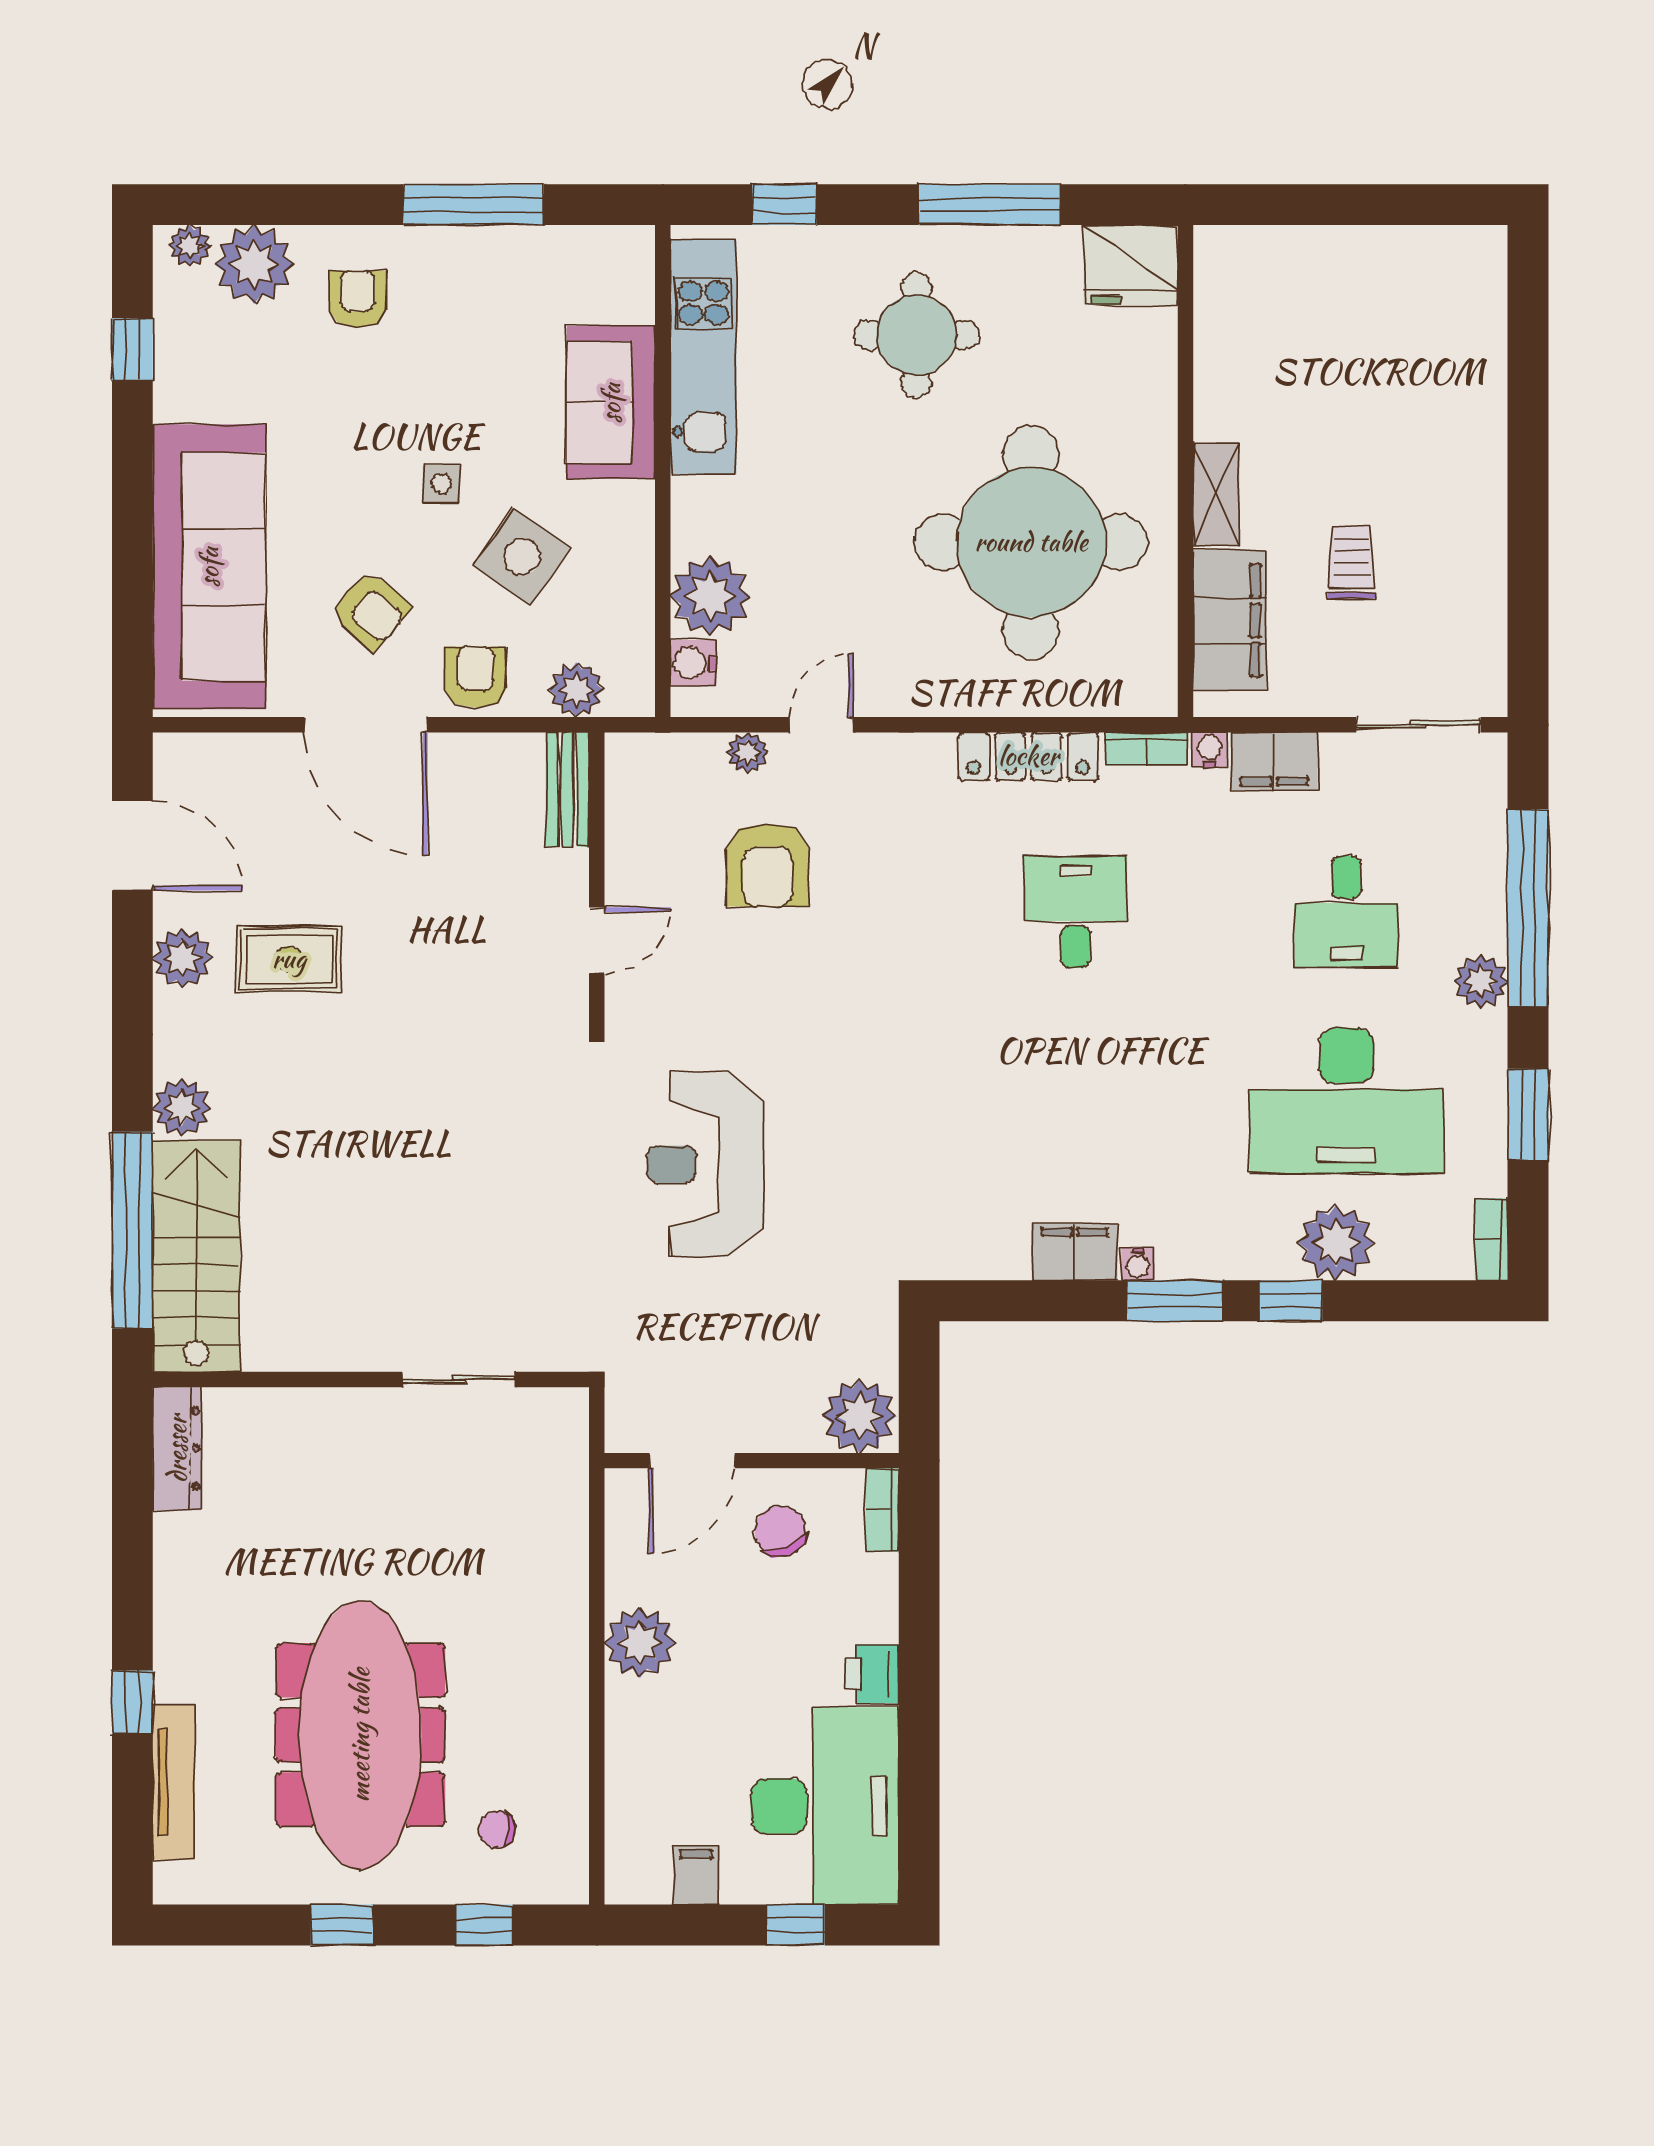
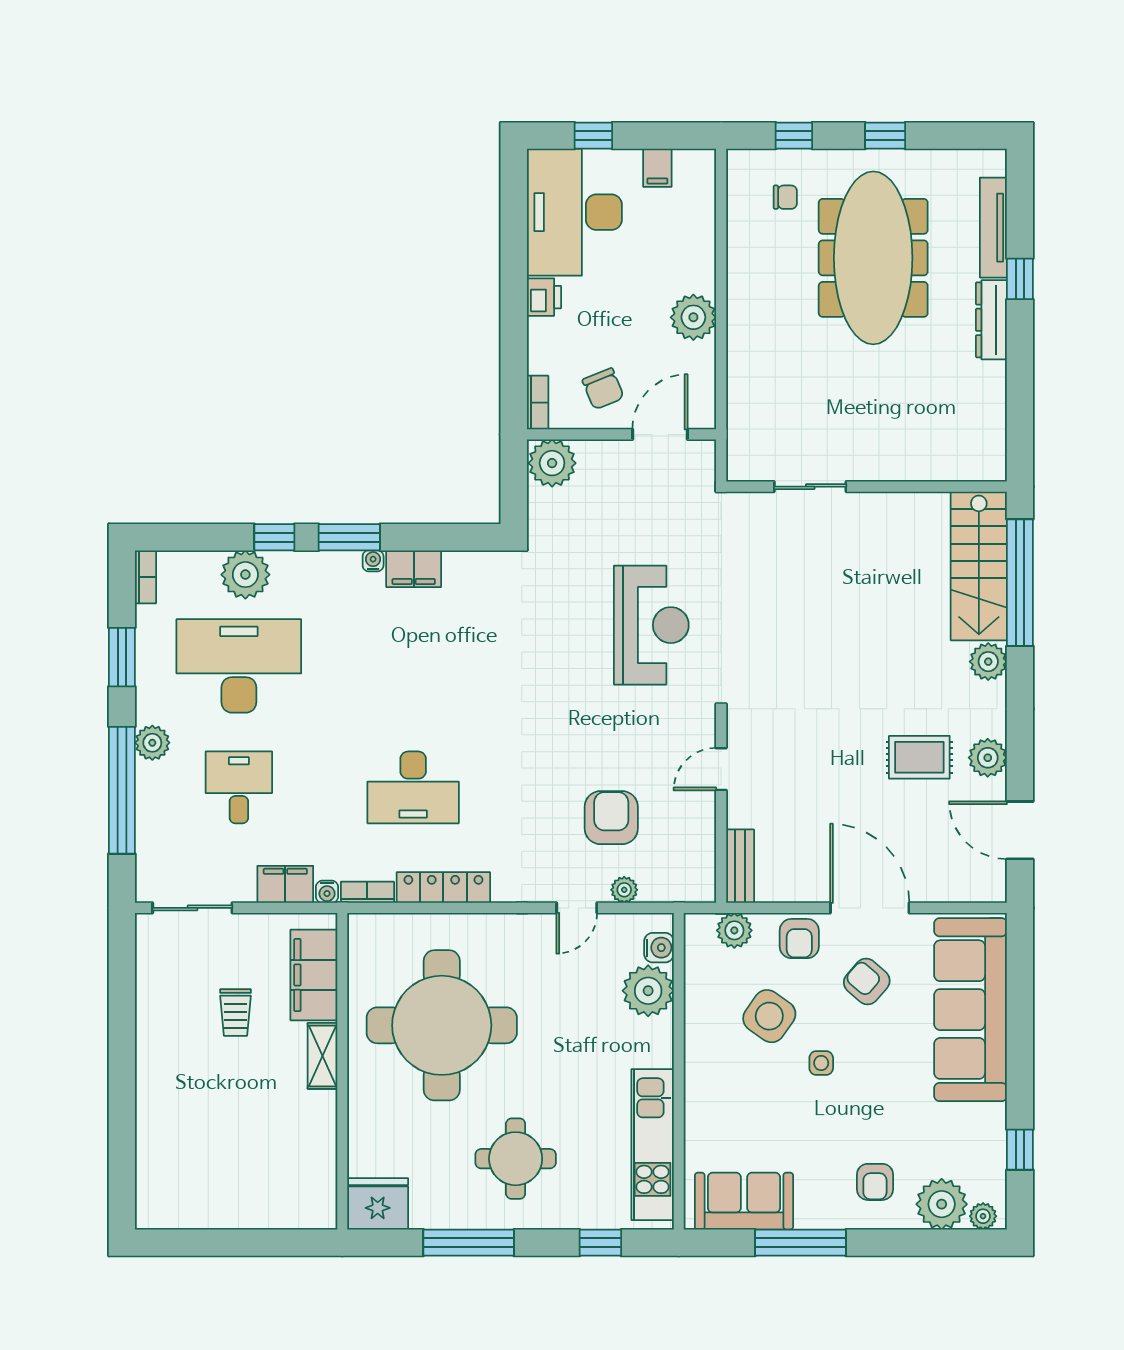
sofa: (611, 403) -> (744, 1201), moved, turned -90
desk: (1075, 912) -> (413, 787), width x1.37
dresser: (177, 1449) -> (991, 320), moved

